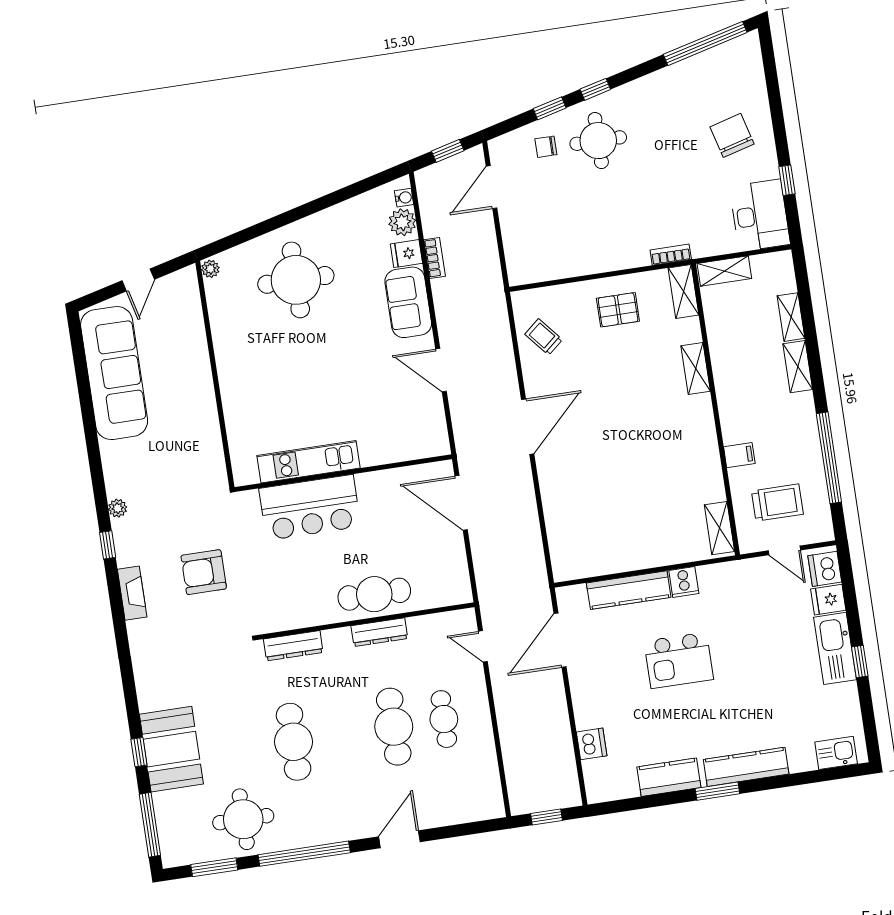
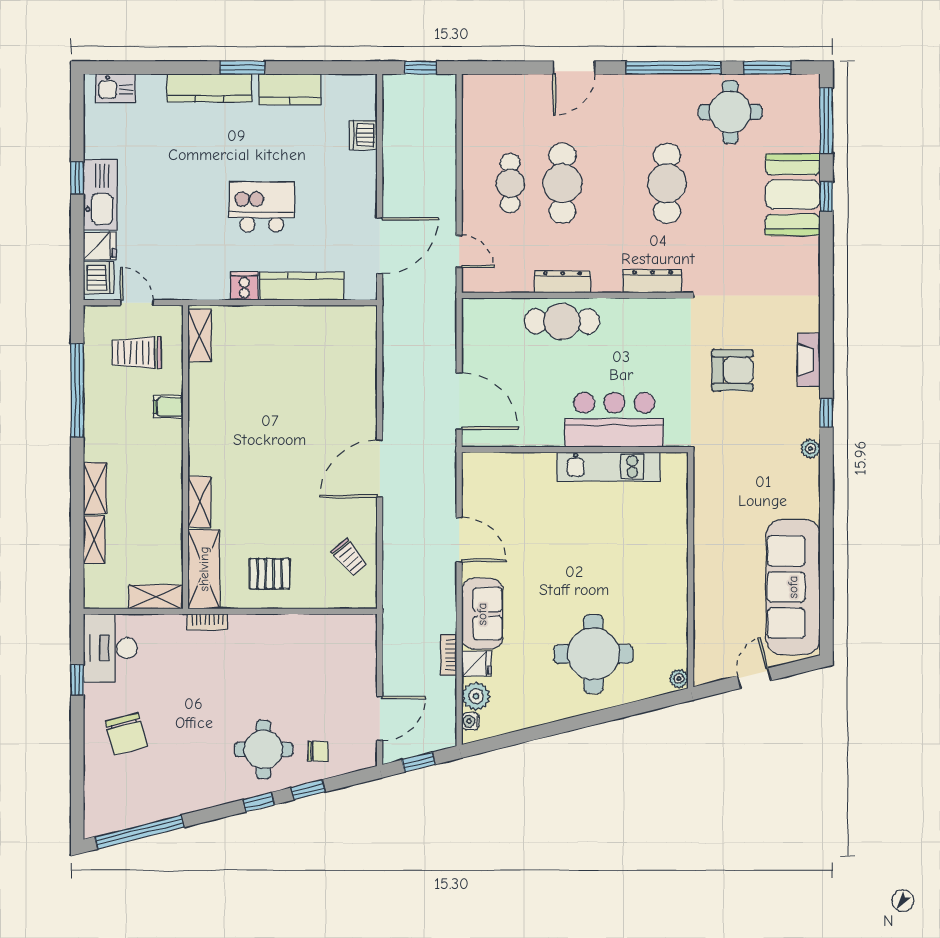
shelving: (684, 291) -> (204, 569), width x1.50, depth x1.33

